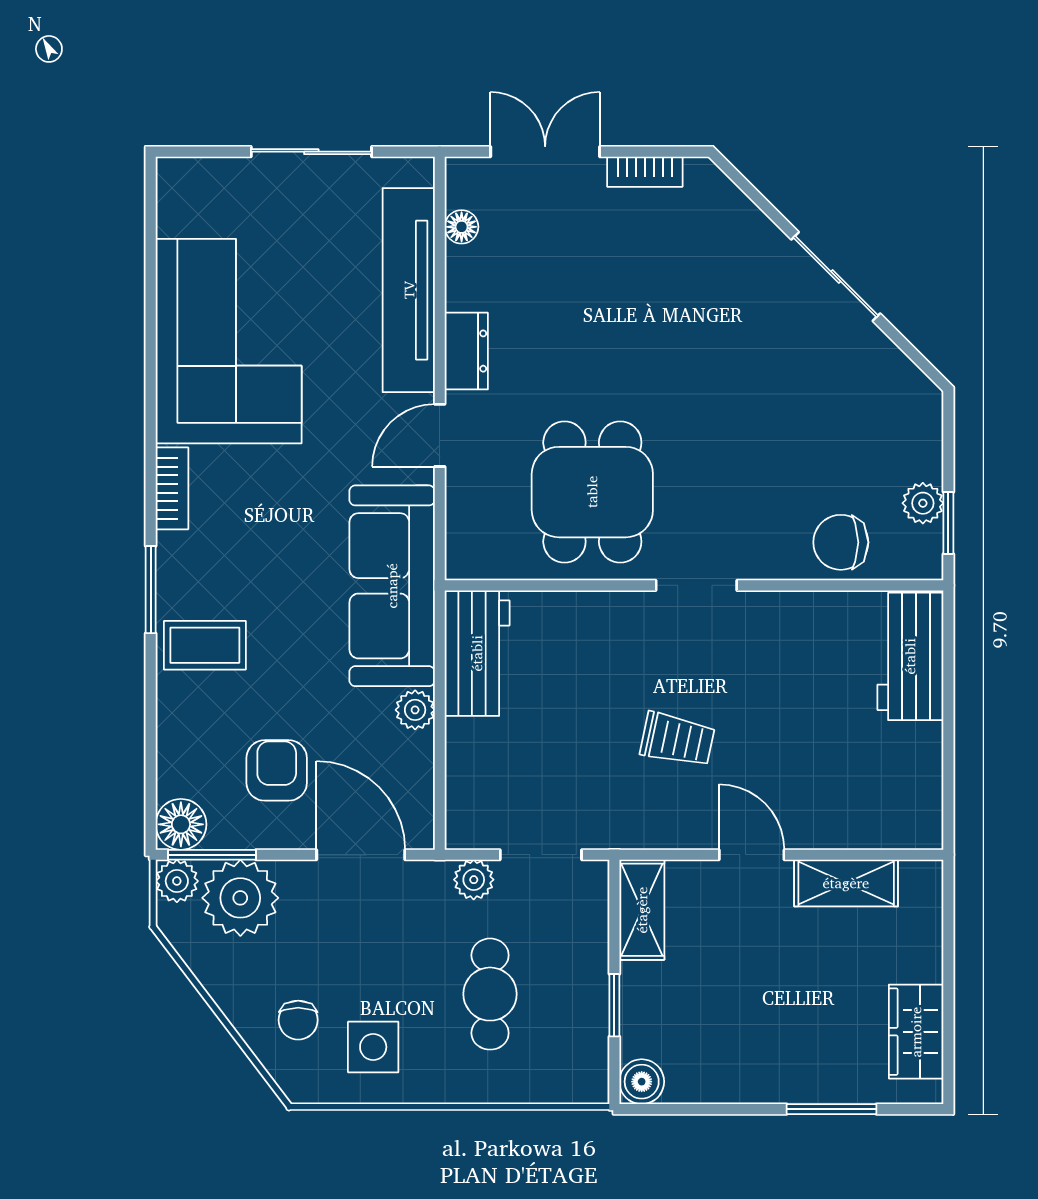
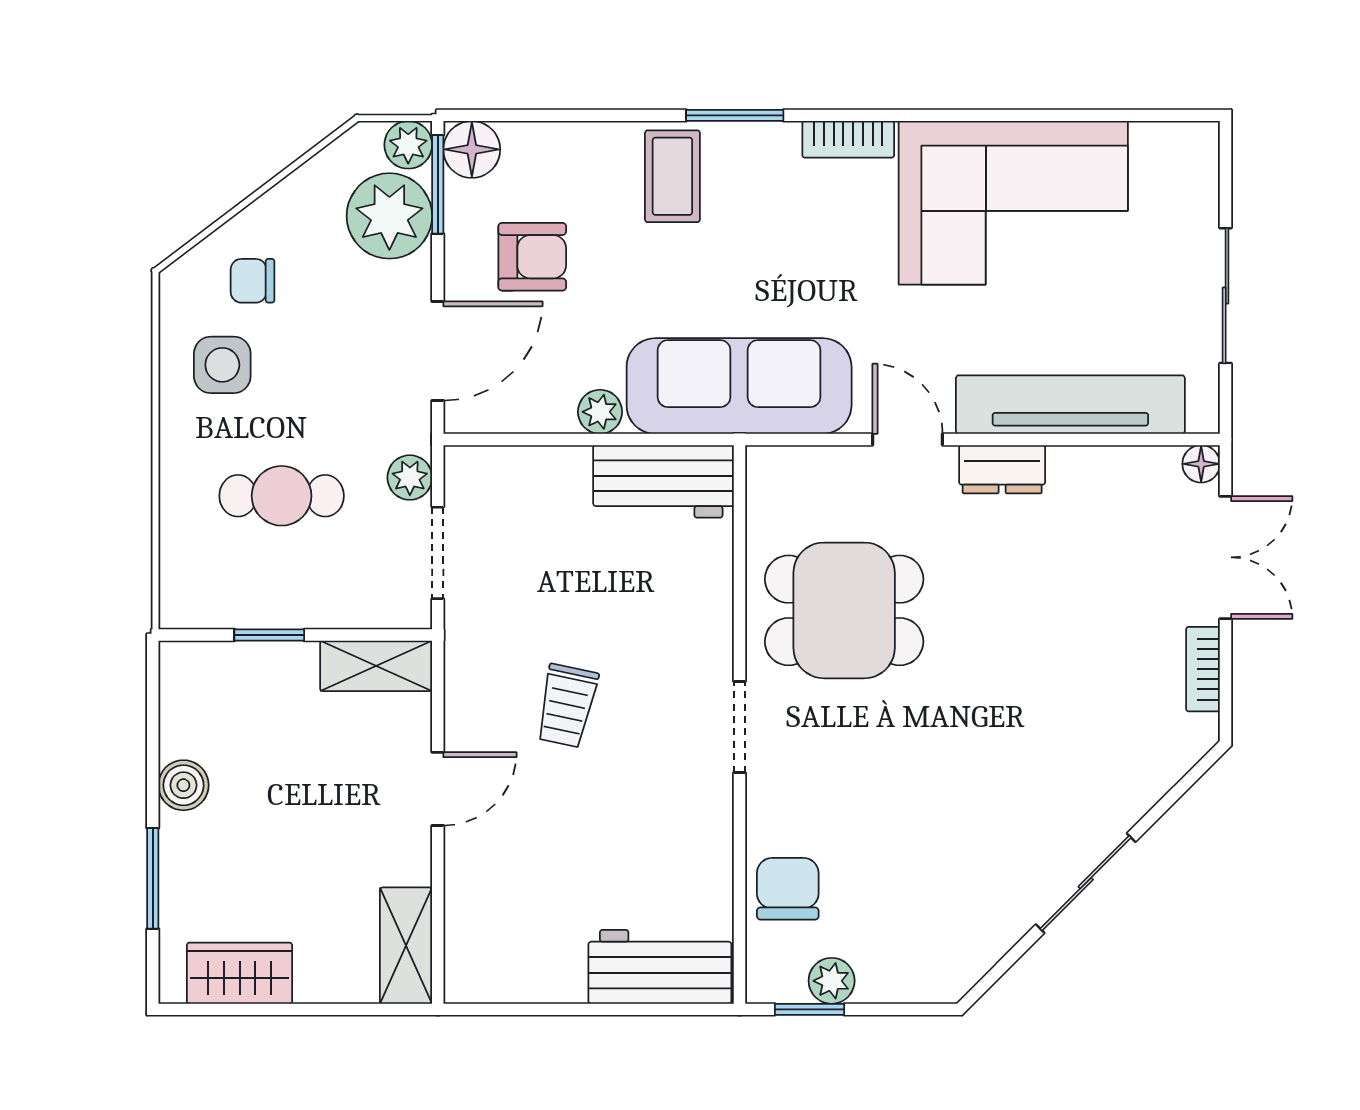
floor lamp: (462, 227) -> (1201, 464), moved
shelving: (846, 883) -> (406, 946), moved
boiler: (642, 1082) -> (183, 785), moved

